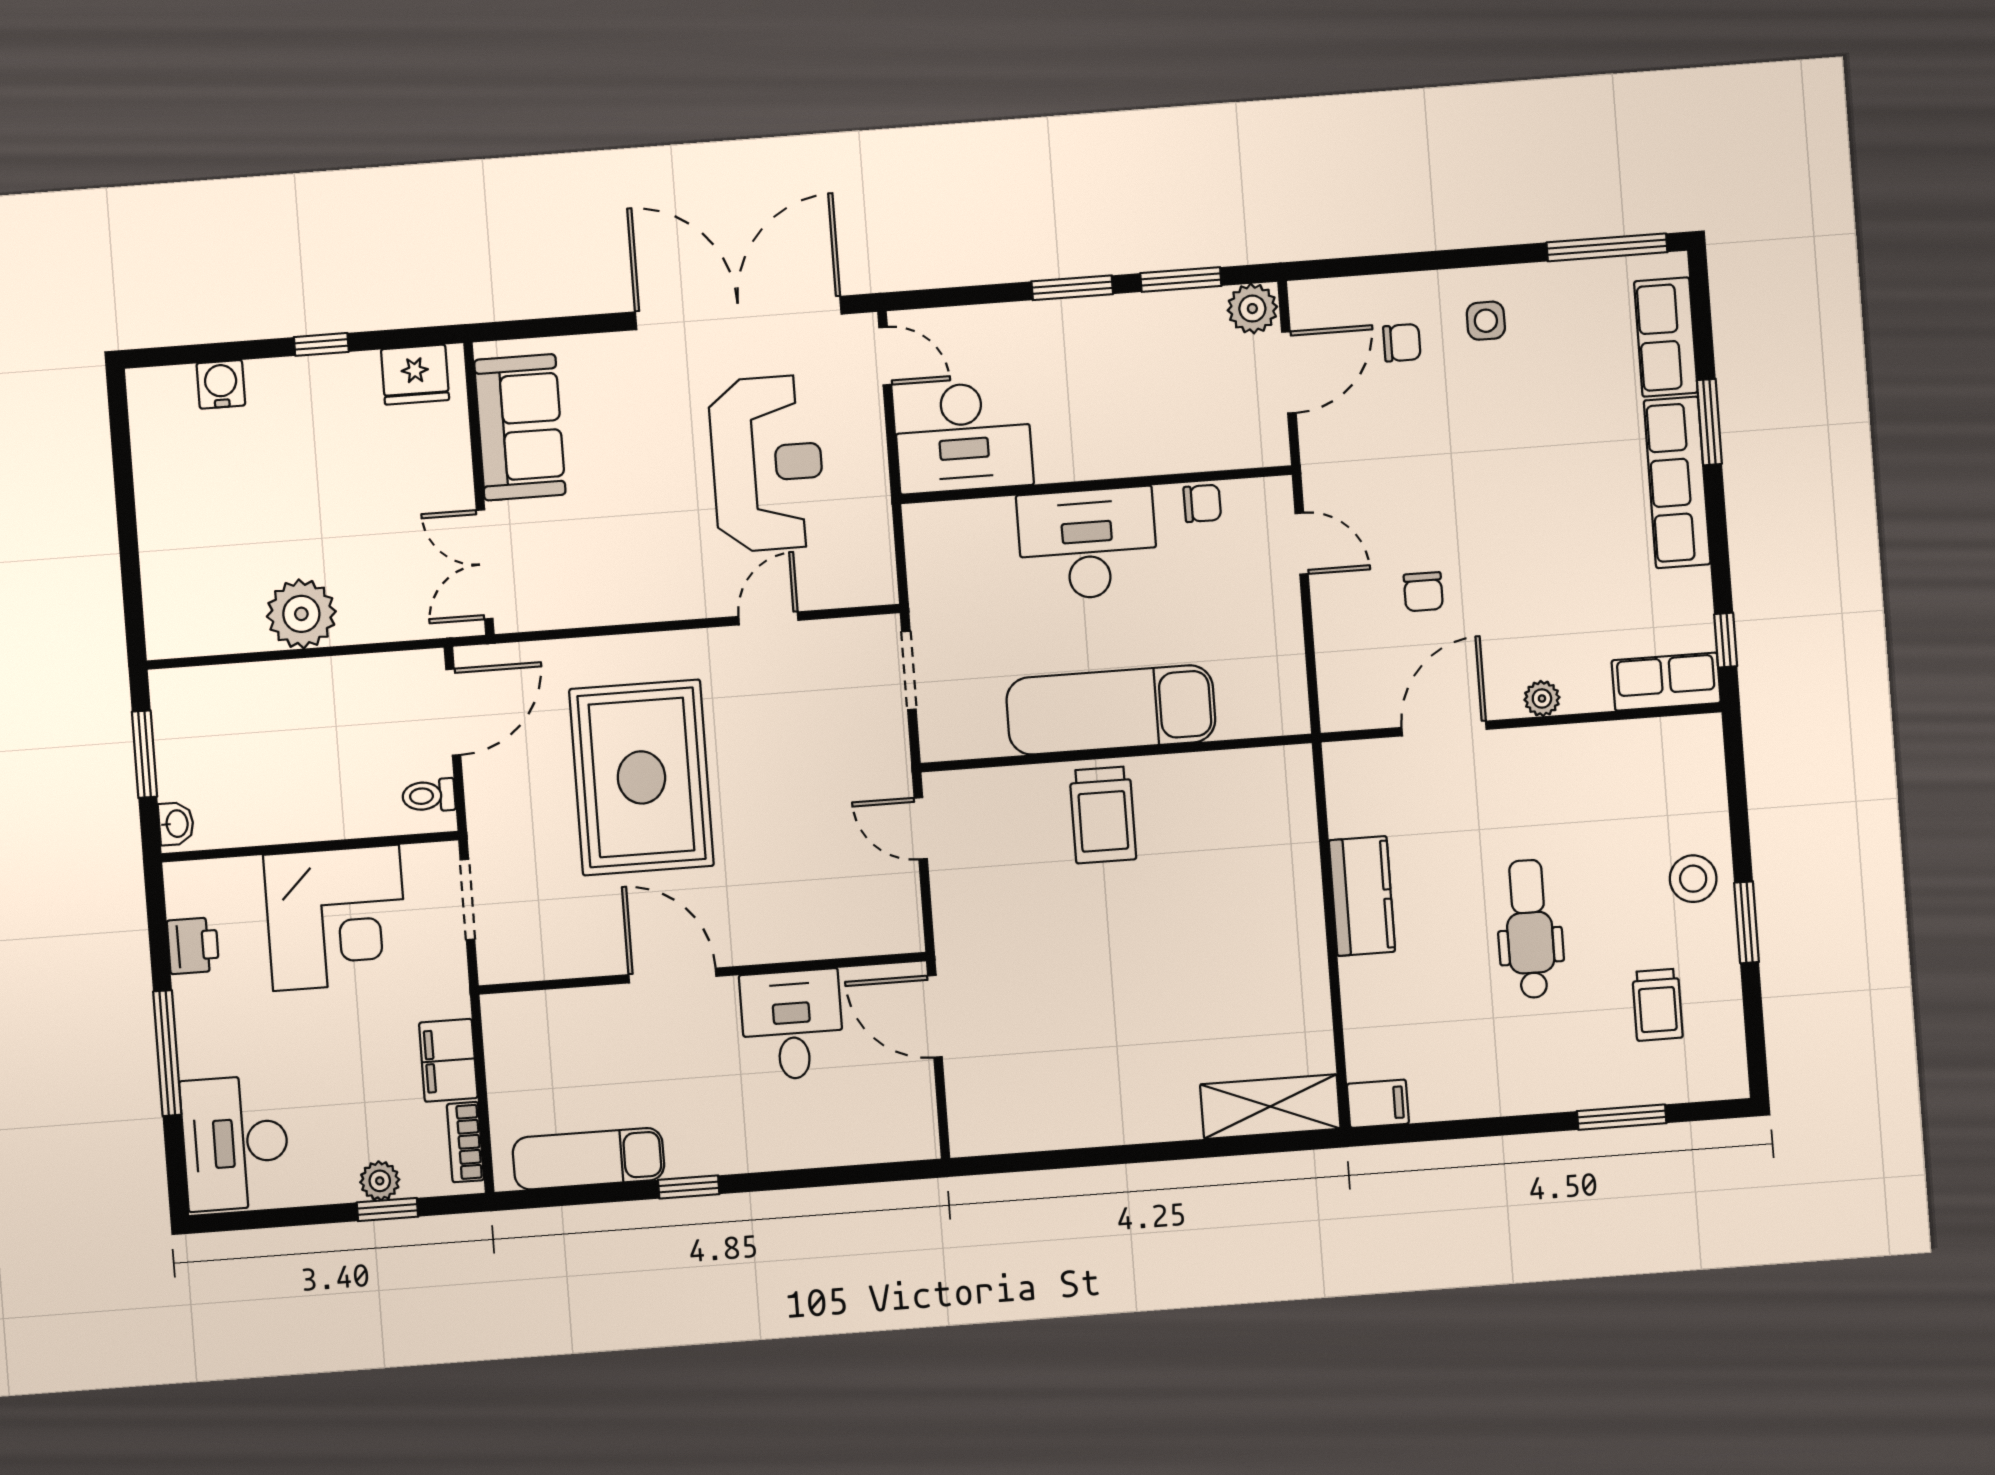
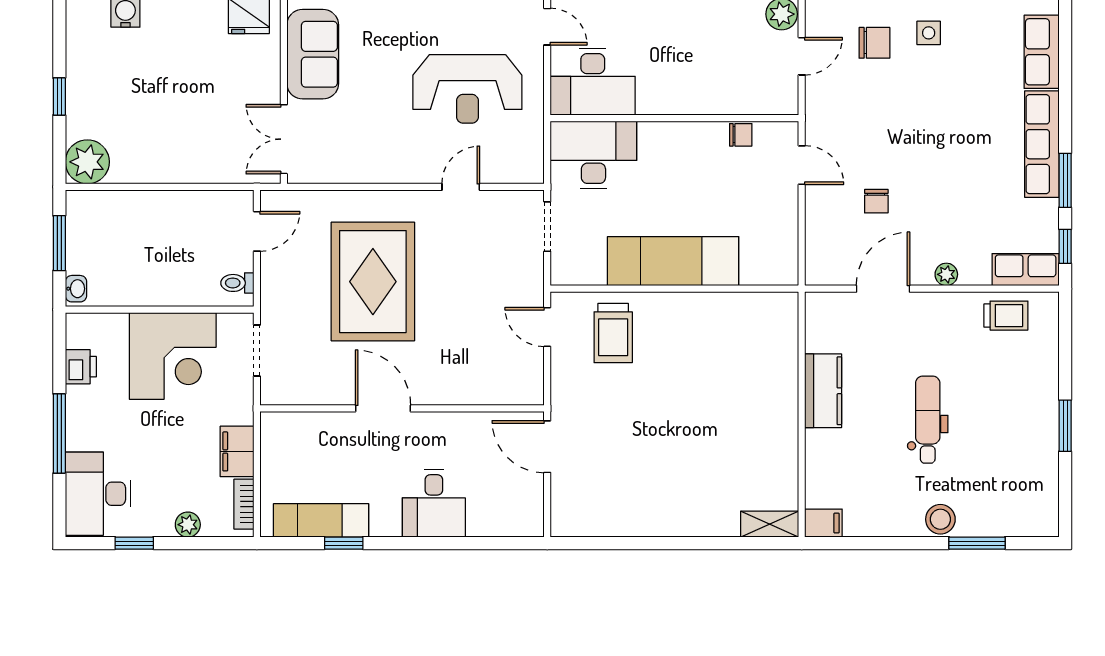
chair: (1402, 343) -> (874, 43), width x1.37, depth x1.37
door: (1289, 372) -> (802, 56), width x0.73
window: (1709, 422) -> (1065, 180), moved
reception desk: (767, 463) -> (467, 89), turned 90
window: (127, 524) -> (59, 97), added
desk: (1088, 544) -> (593, 155), moved
plant: (301, 614) -> (87, 162), moved
door: (453, 712) -> (257, 231), width x0.73
trolley: (1103, 815) -> (613, 333), moved
stool: (1693, 879) -> (940, 519), moved
trolley: (1657, 1005) -> (1006, 316), moved, turned -90
desk: (792, 1025) -> (434, 503), moved, turned 180
shelving: (1270, 1107) -> (770, 524), width x0.67, depth x0.75
window: (689, 1187) -> (344, 543), moved
window: (387, 1210) -> (134, 543), moved

